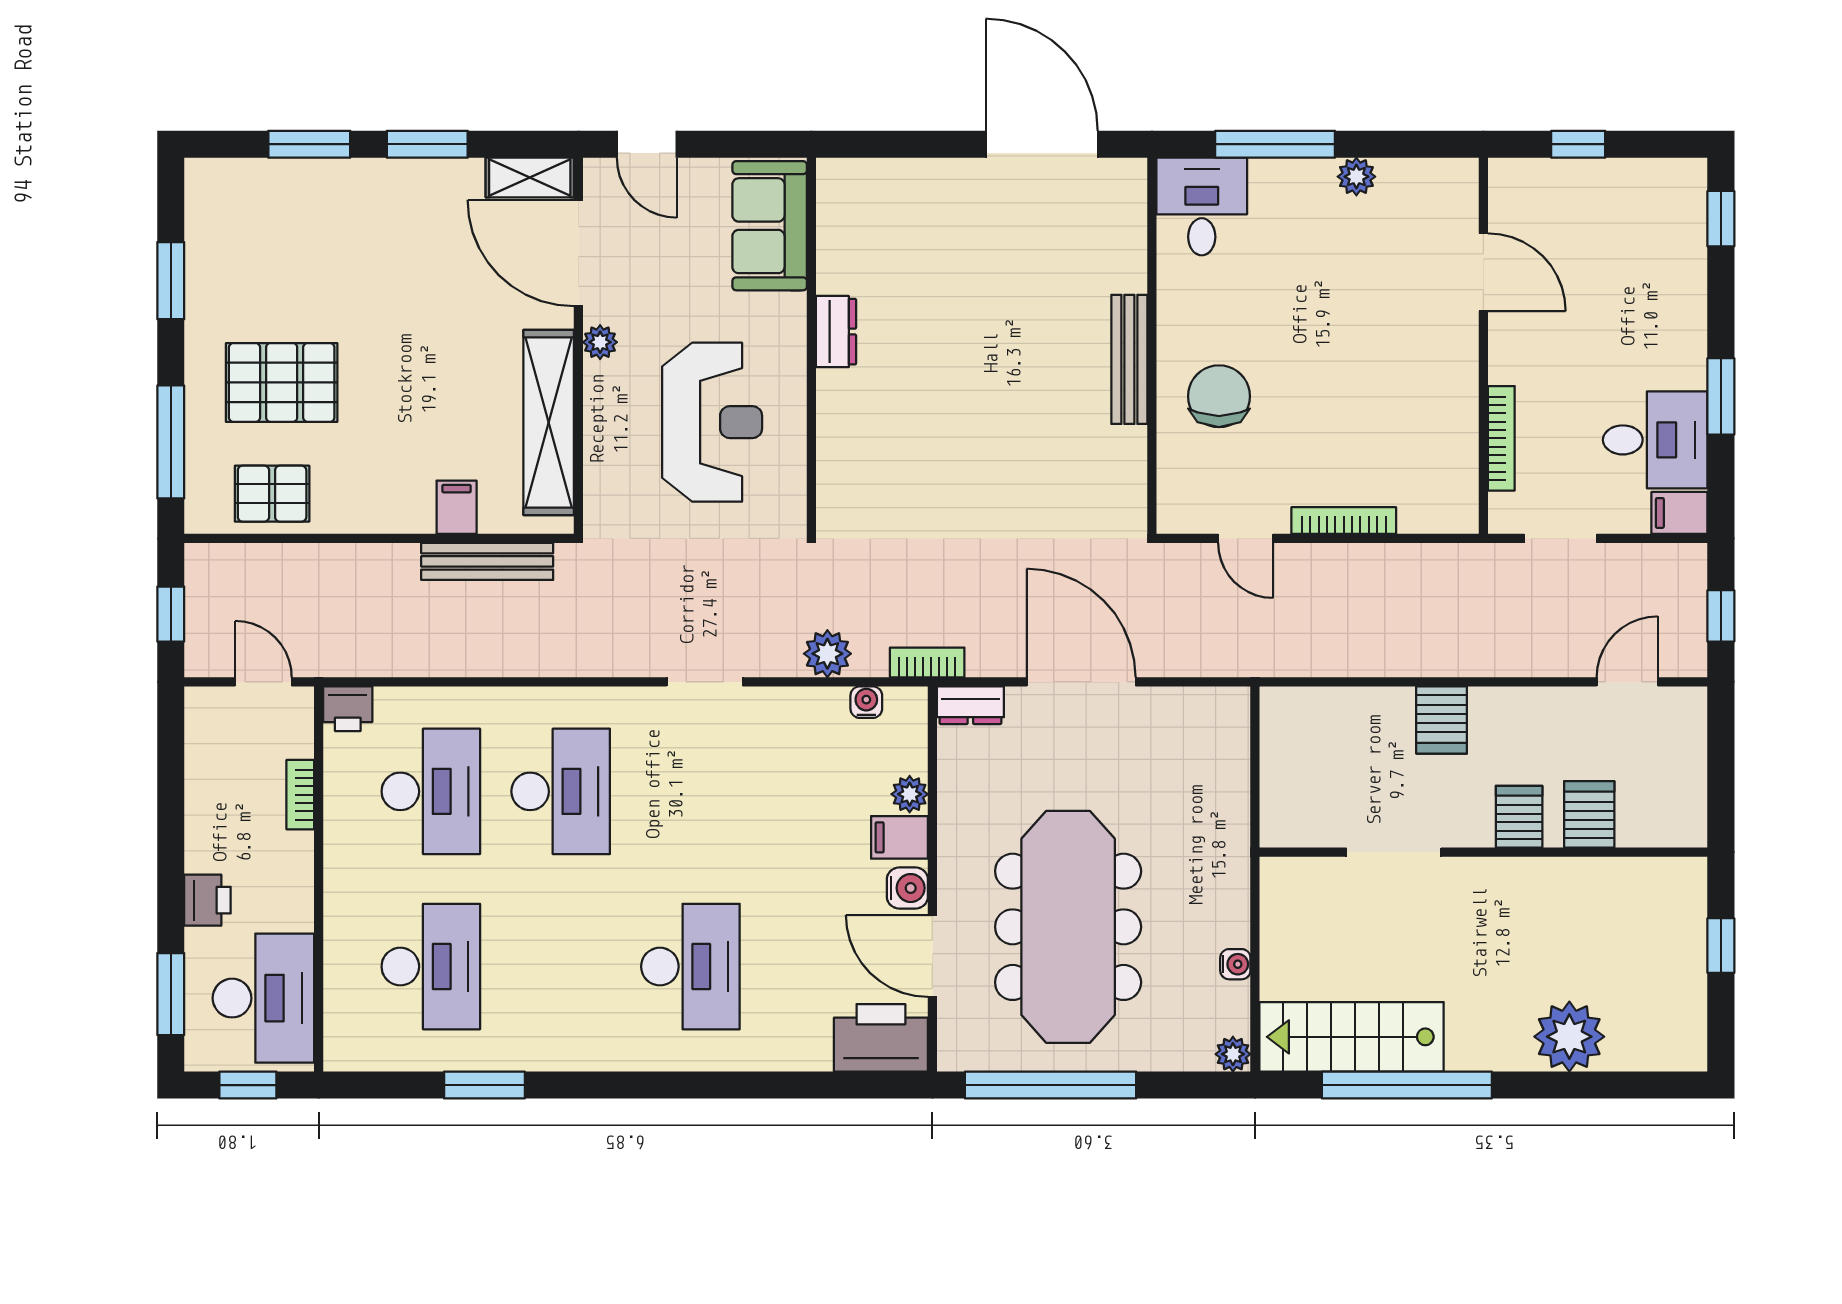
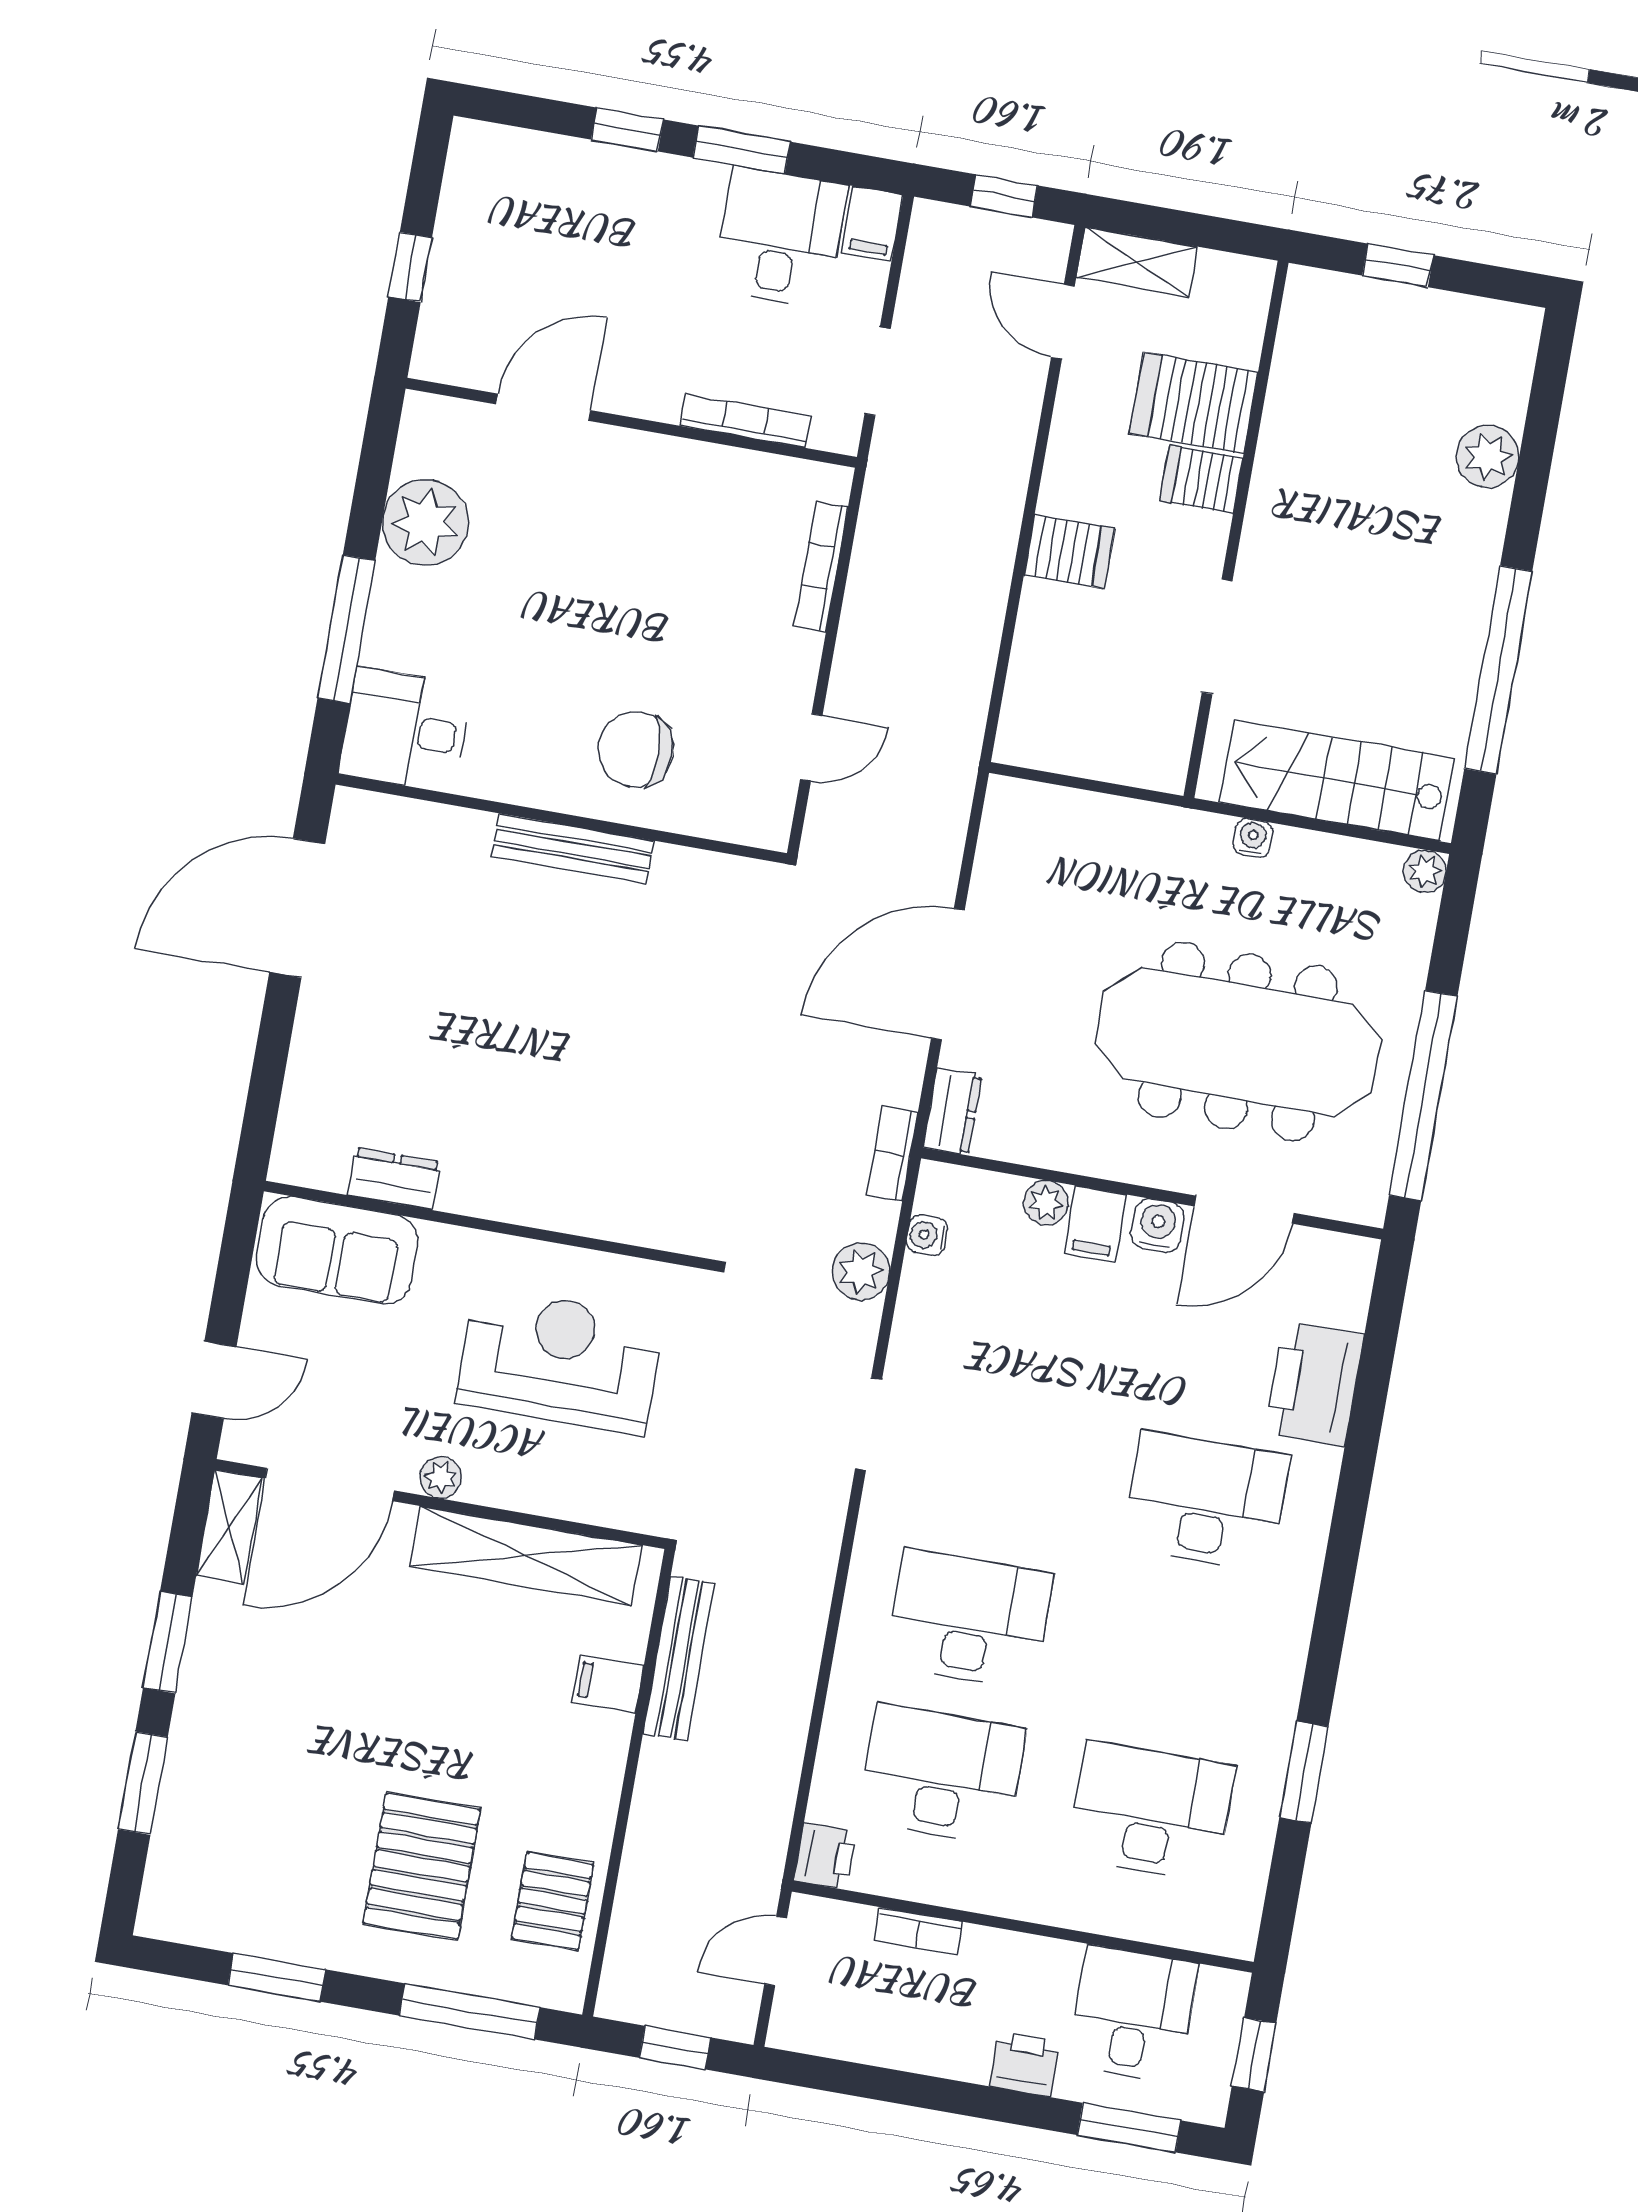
plant: (1356, 177) -> (425, 523), width x1.87, depth x1.87
window: (1721, 219) -> (627, 130), moved
dresser: (836, 332) -> (394, 1179), moved
bookcase: (1344, 521) -> (821, 567), moved
shelving: (1686, 733) -> (1137, 262), added
server rack: (1589, 814) -> (1194, 403), width x1.36, depth x1.44
water cooler: (1235, 964) -> (1253, 838), moved
desk: (263, 998) -> (1133, 2014), width x0.73
stairs: (1352, 1037) -> (1337, 780), moved, turned 90
plant: (1569, 1037) -> (1488, 457), width x0.73, depth x0.73
printer: (881, 1038) -> (1314, 1384), moved

